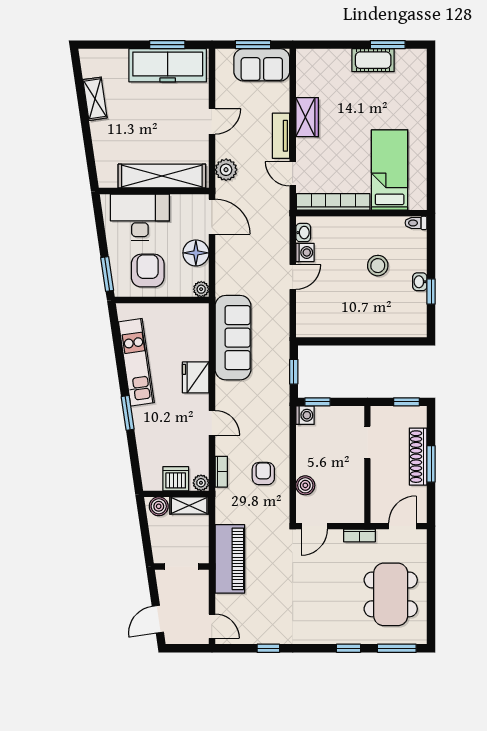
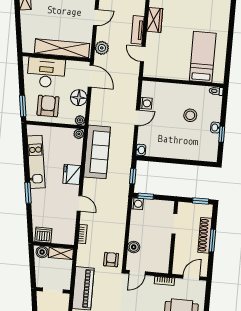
bookcase: (333, 202) -> (166, 74), removed
washbasin: (303, 233) -> (141, 150), moved
armchair: (263, 474) -> (111, 260), moved
dishwasher: (176, 479) -> (43, 235), moved
plant: (201, 483) -> (79, 134), moved

